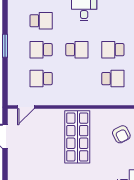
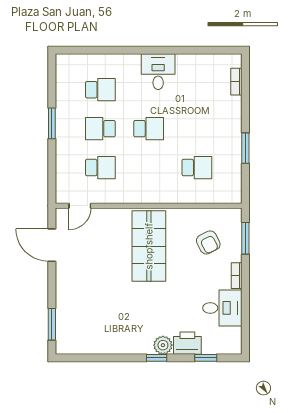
school desk: (113, 50) -> (197, 129), removed
school desk: (41, 79) -> (100, 168), turned 180

